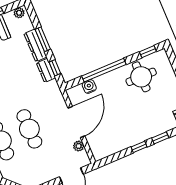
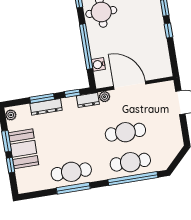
dresser: (46, 70) -> (88, 100), moved
plant: (79, 146) -> (105, 97), moved

